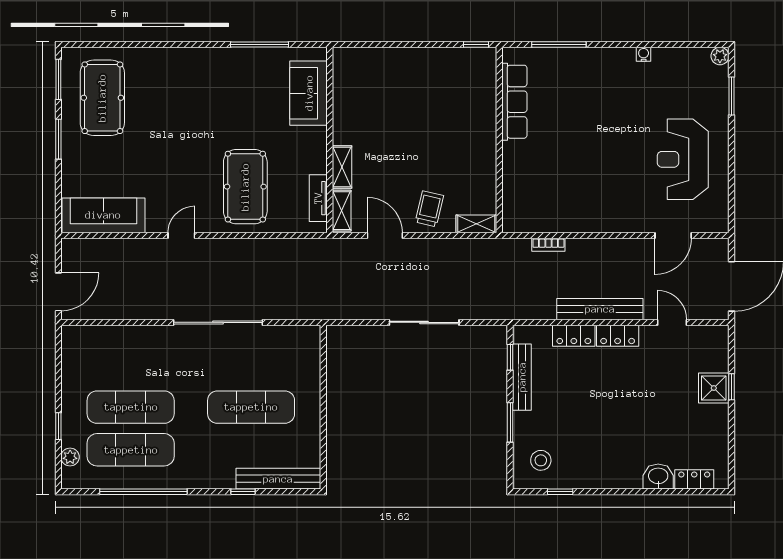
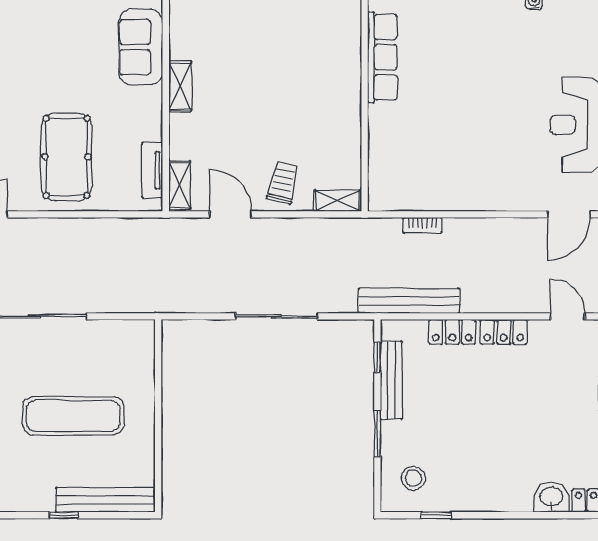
shelving: (342, 167) -> (180, 86), moved
bench: (600, 309) -> (409, 301), moved

